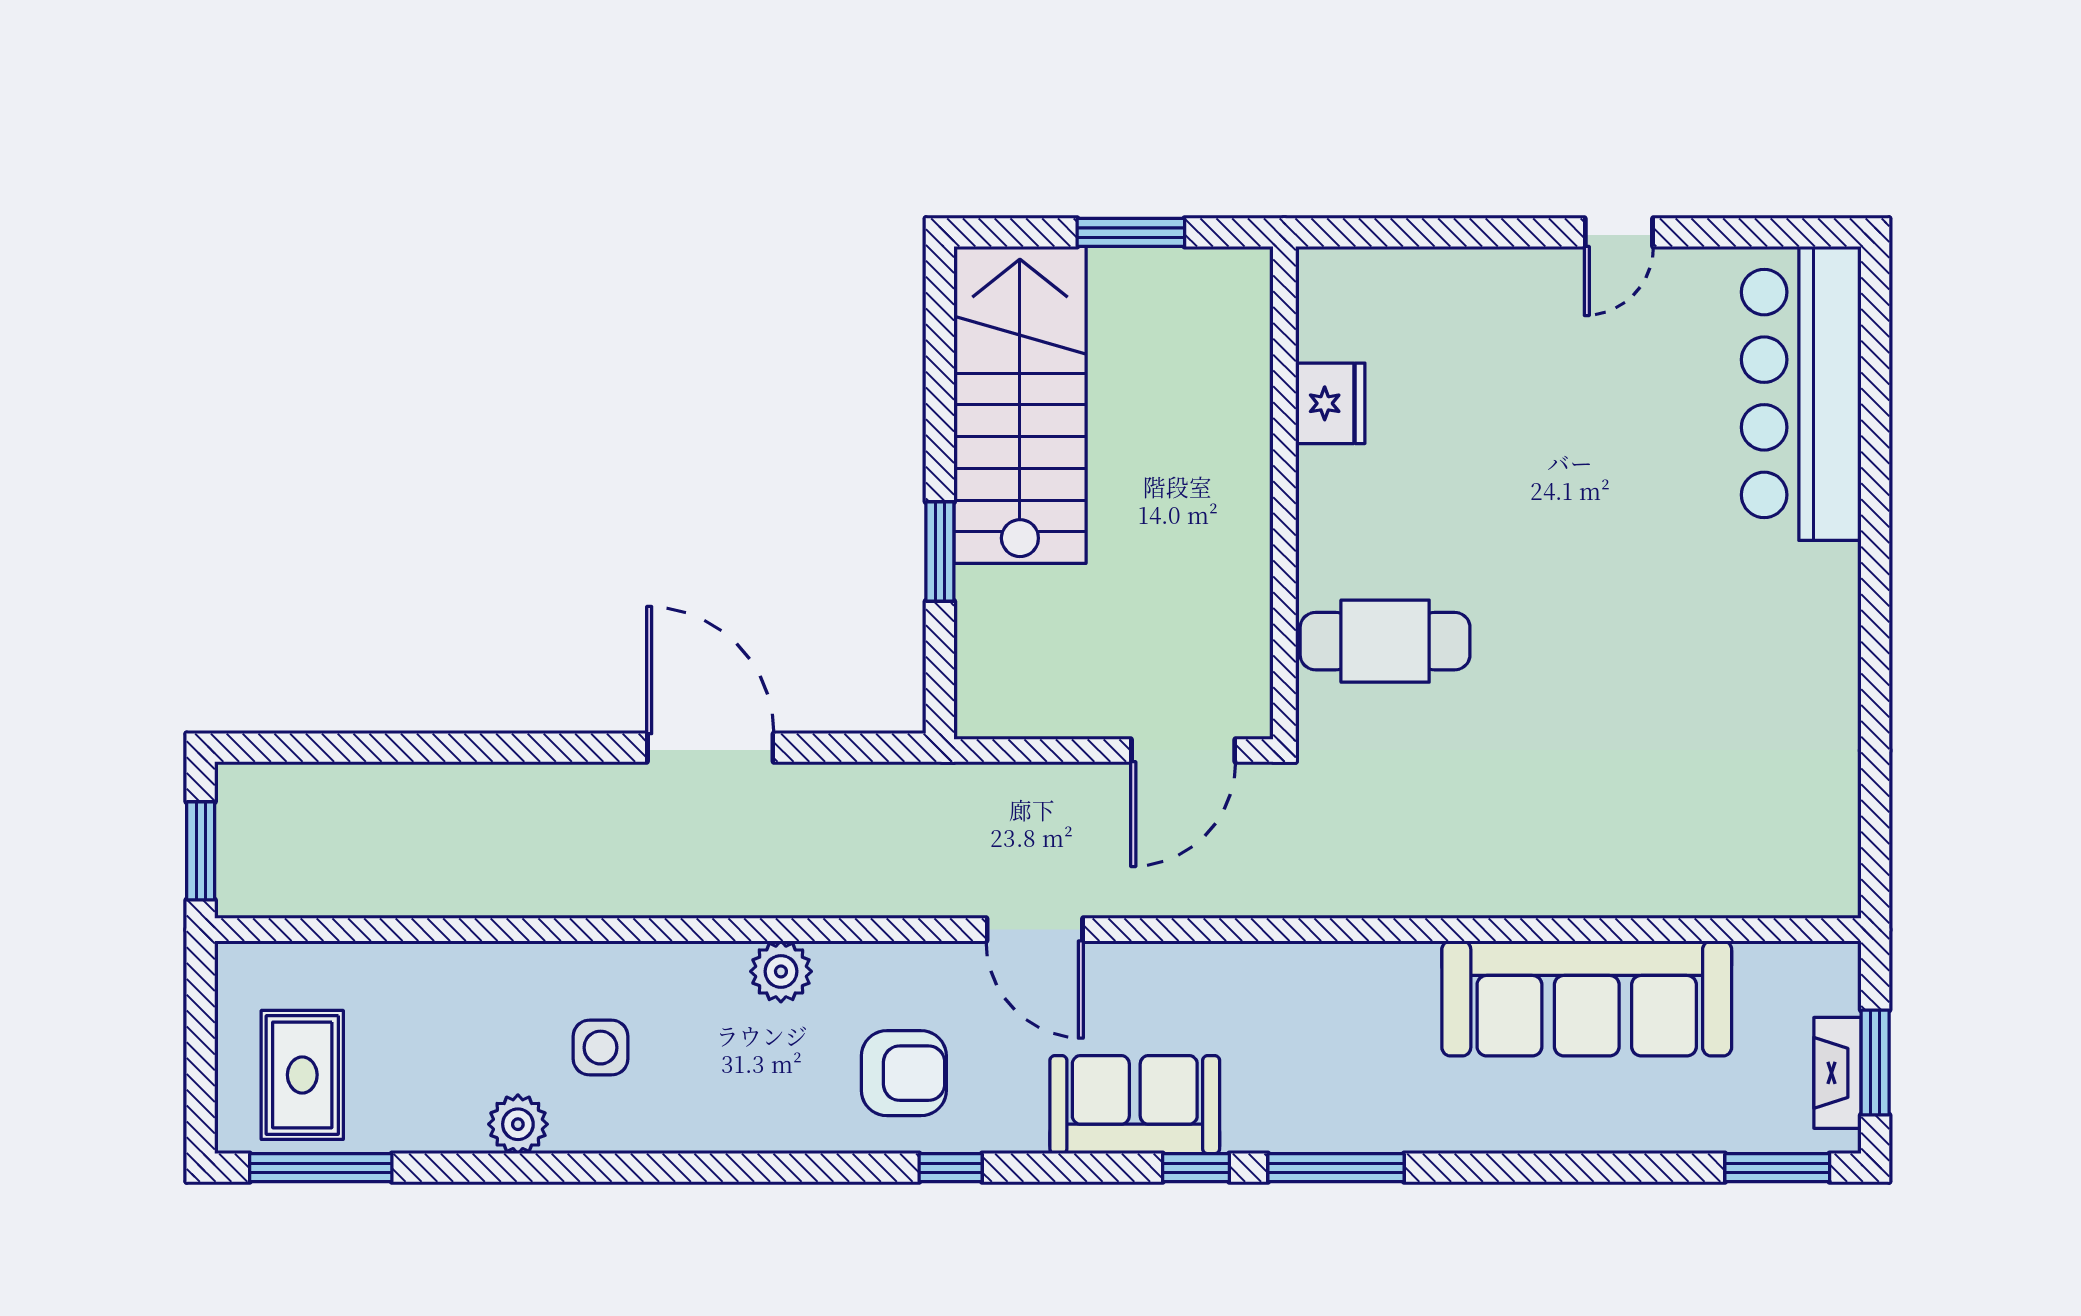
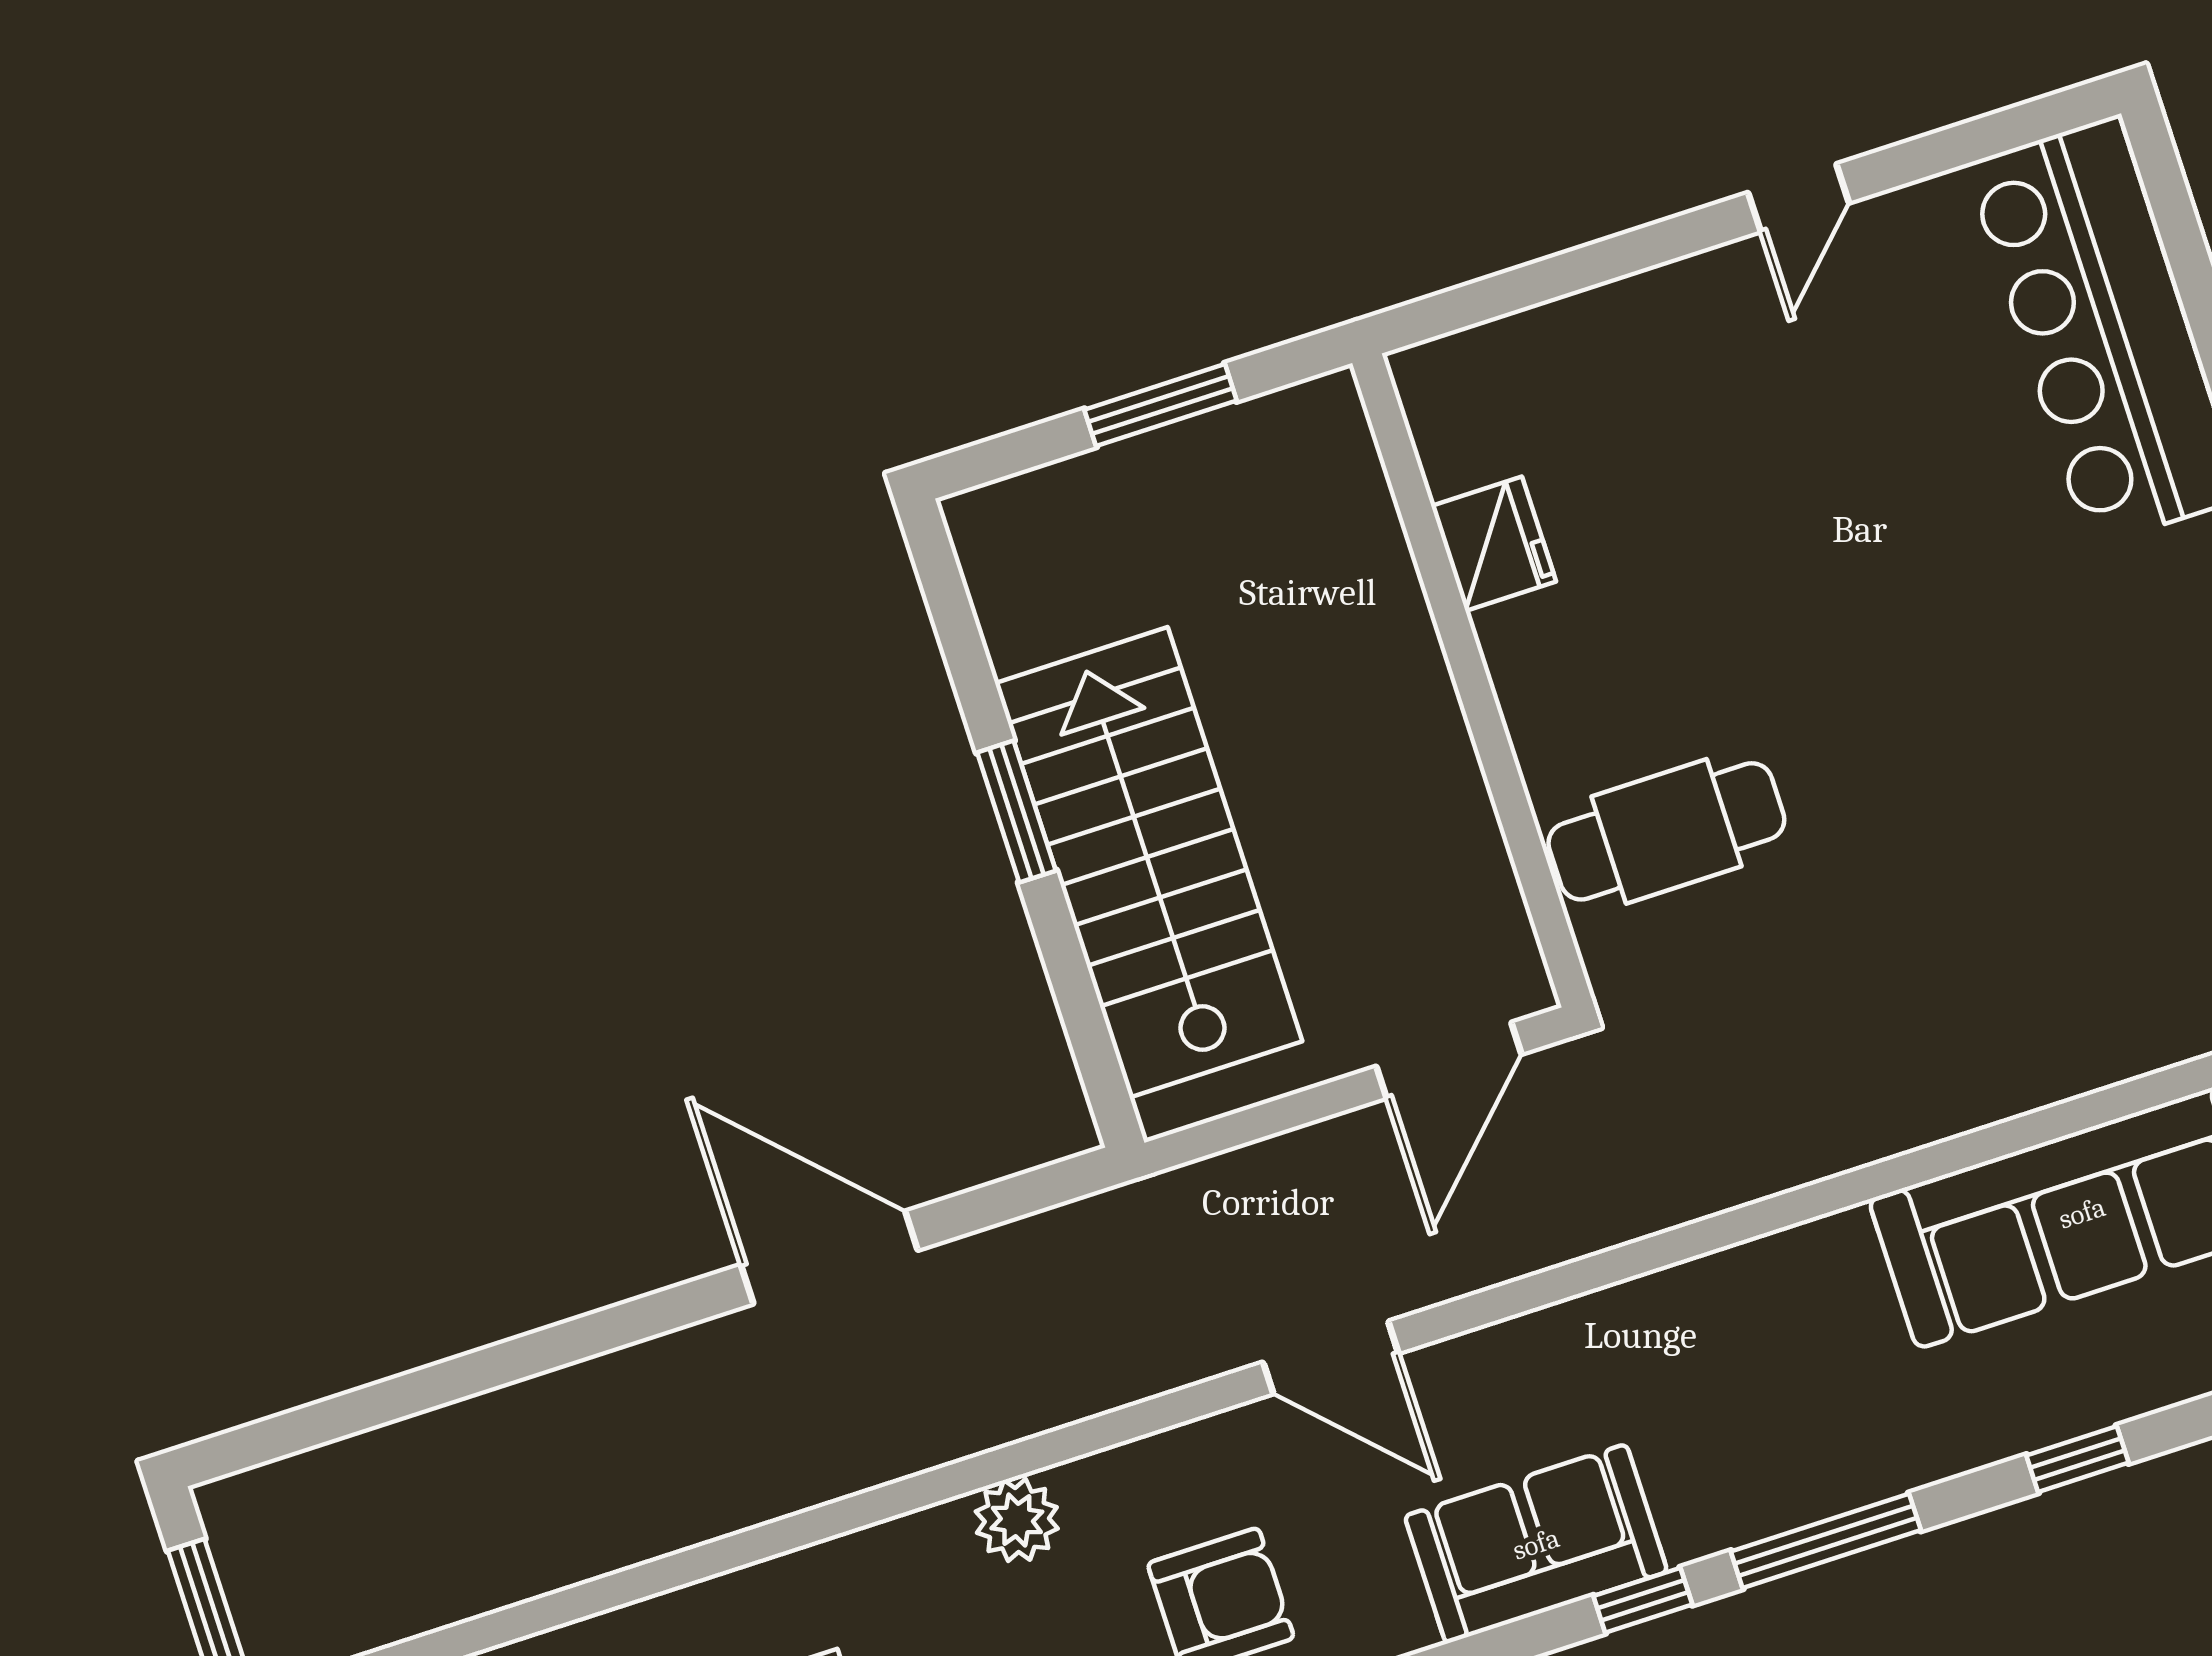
stairs: (1020, 405) -> (1149, 862), moved
window: (940, 551) -> (1016, 812), moved
window: (1528, 1168) -> (2077, 1459), added

